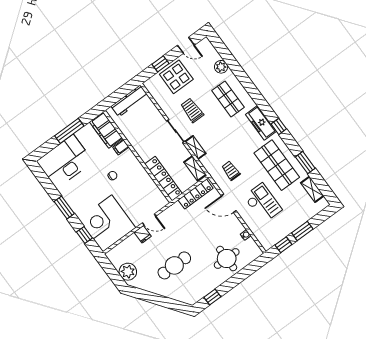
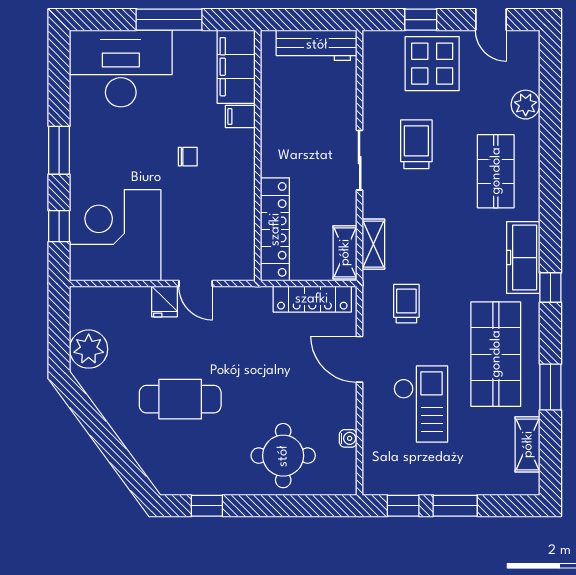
shelving: (195, 147) -> (373, 244), moved

